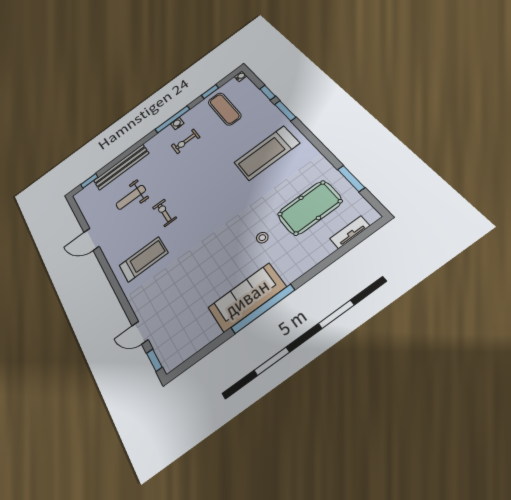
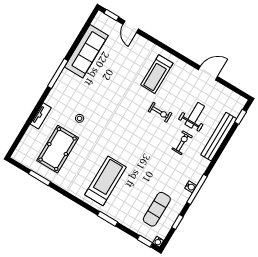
window: (267, 93) -> (145, 241), moved
exercise mat: (225, 109) -> (157, 209), turned 90
exercise bike: (186, 141) -> (182, 143), moved
tv unit: (350, 232) -> (41, 116), moved
sofa: (247, 297) -> (86, 51), moved
window: (263, 309) -> (58, 74), width x0.68
door: (140, 333) -> (131, 27), swing flipped

